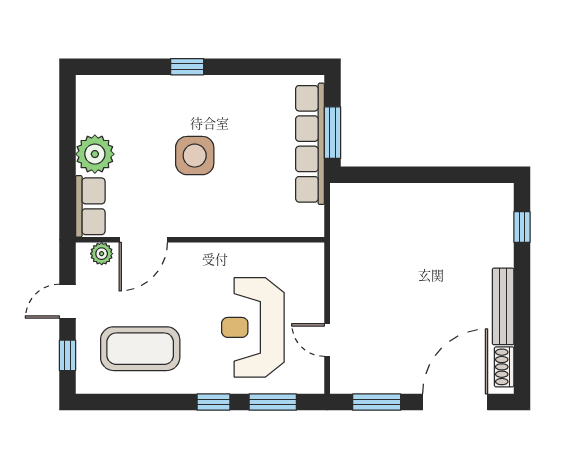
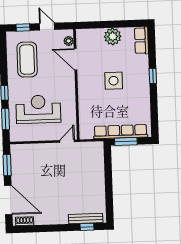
row of seats: (90, 206) -> (141, 41), moved, turned 90
bench: (503, 306) -> (86, 219), moved
door: (327, 340) -> (67, 141), moved

